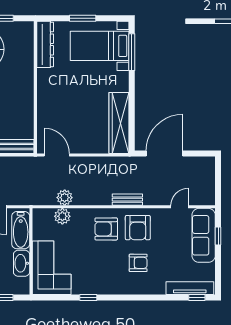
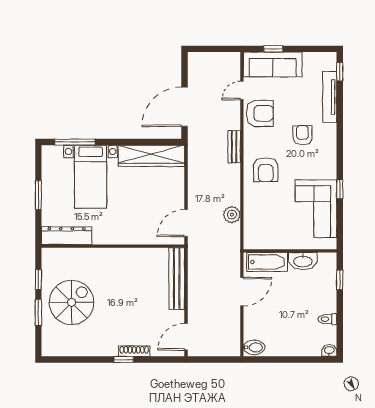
bed with nightstands: (100, 46) -> (91, 177), moved
door: (164, 154) -> (184, 107), hinge flipped
door: (180, 207) -> (242, 90), hinge flipped
plant: (62, 216) -> (252, 217), removed
armchair: (138, 228) -> (260, 113), moved
corner sofa: (52, 268) -> (316, 209), moved, turned -90
tv unit: (190, 288) -> (330, 97), moved

